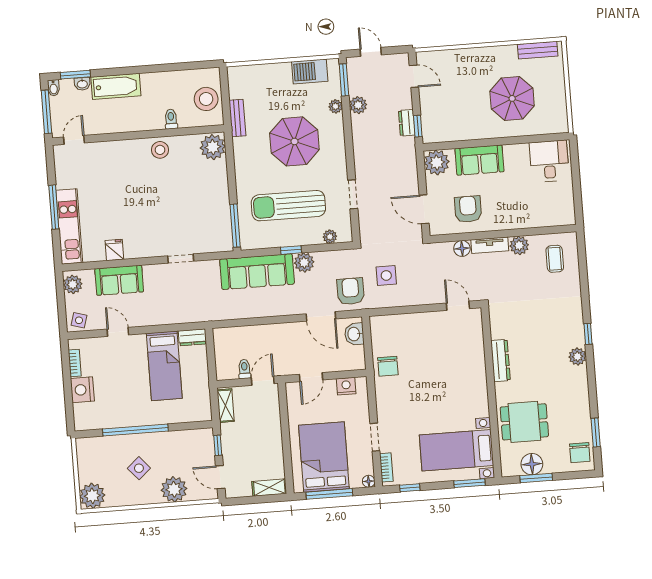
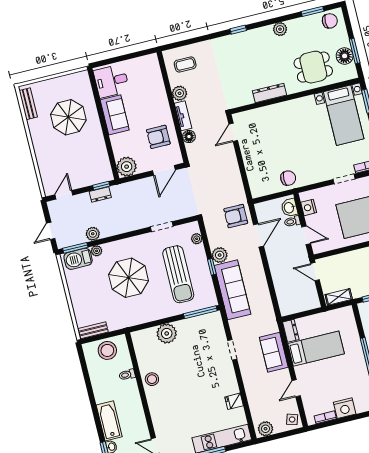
barbecue: (310, 71) -> (78, 259), moved, turned 90
bench: (237, 118) -> (93, 330), moved
plant: (213, 147) -> (167, 333), moved
sofa: (479, 160) -> (115, 115), moved
side table: (386, 275) -> (219, 191), removed
sofa: (119, 280) -> (274, 352), moved, turned 180
washbasin: (354, 334) -> (289, 208), moved, turned 90
plant: (577, 356) -> (280, 29), moved
toilet: (244, 369) -> (292, 221), moved
dining table: (524, 422) -> (313, 67), turned 90

